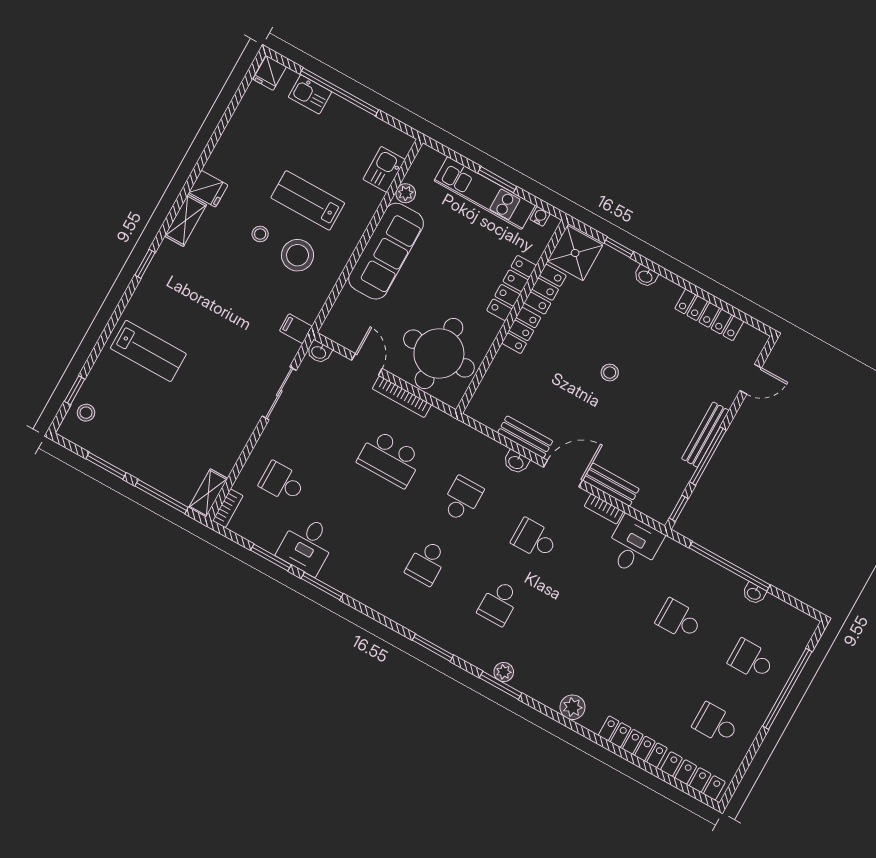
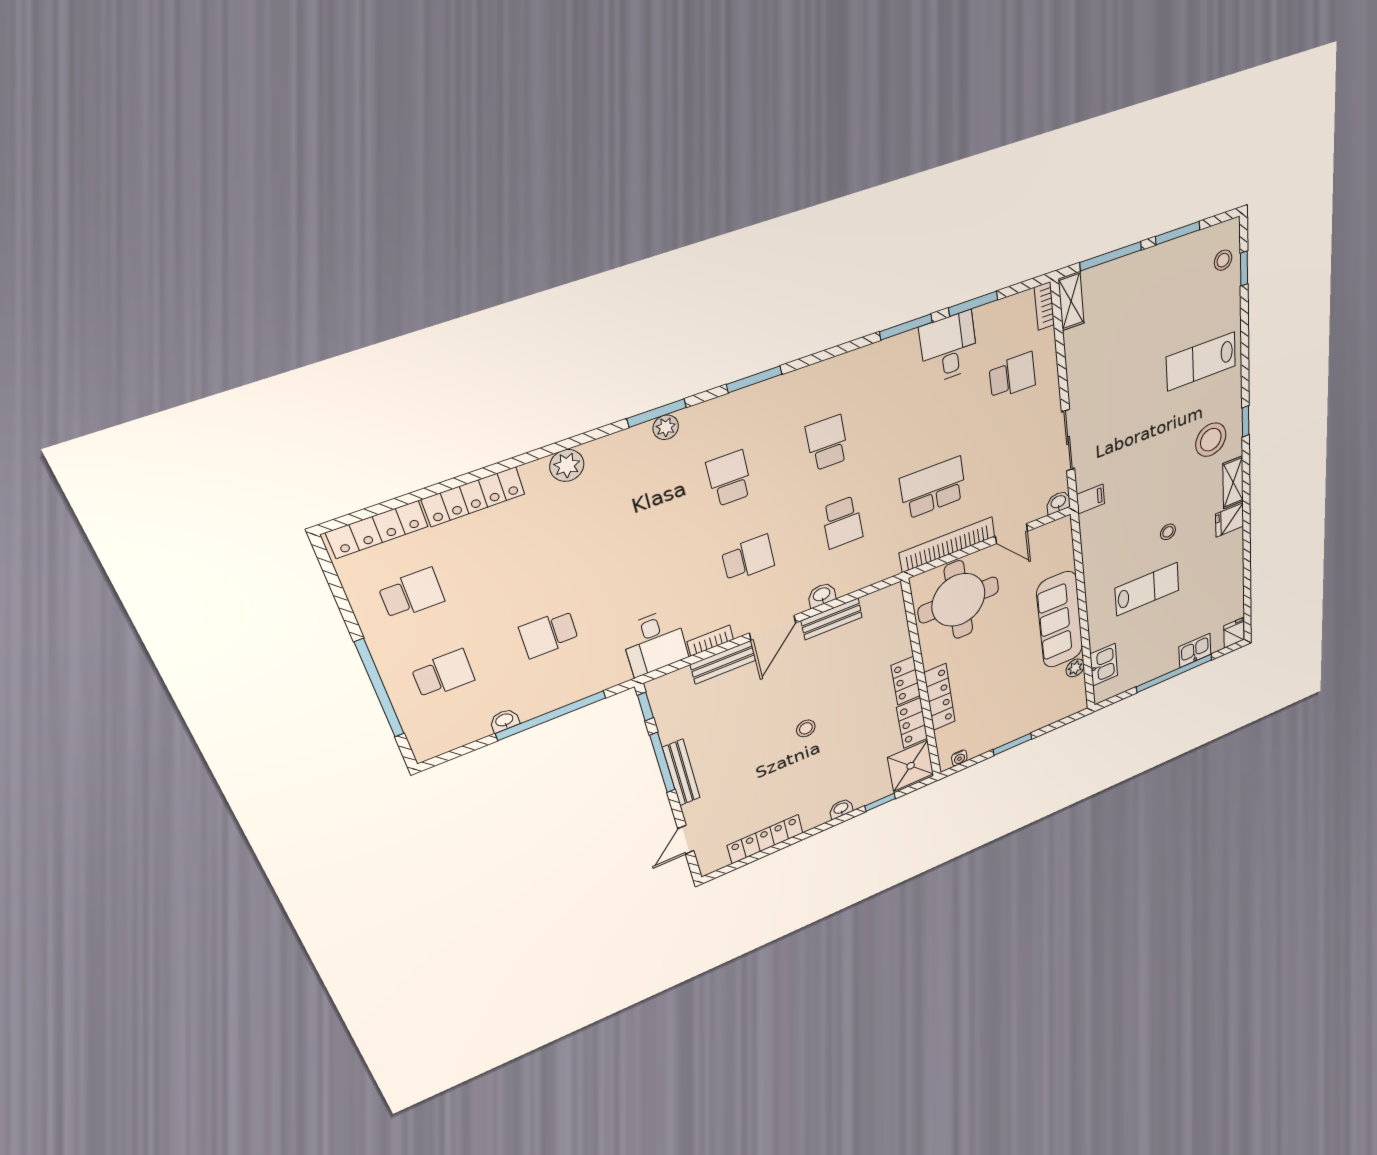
kitchen unit: (485, 193) -> (1015, 728), removed
stool: (298, 255) -> (1211, 440), moved
bookcase: (402, 397) -> (947, 545), width x1.48, depth x1.31
school desk: (679, 620) -> (549, 634), turned 180

